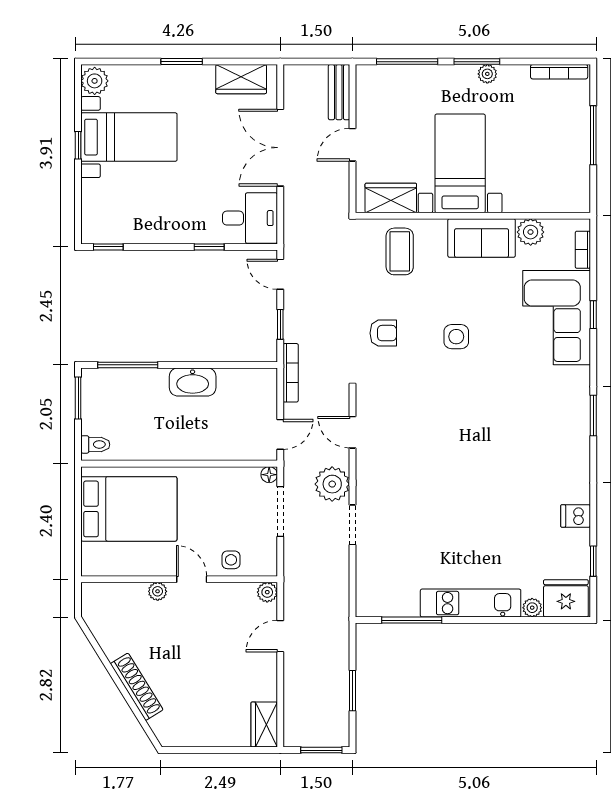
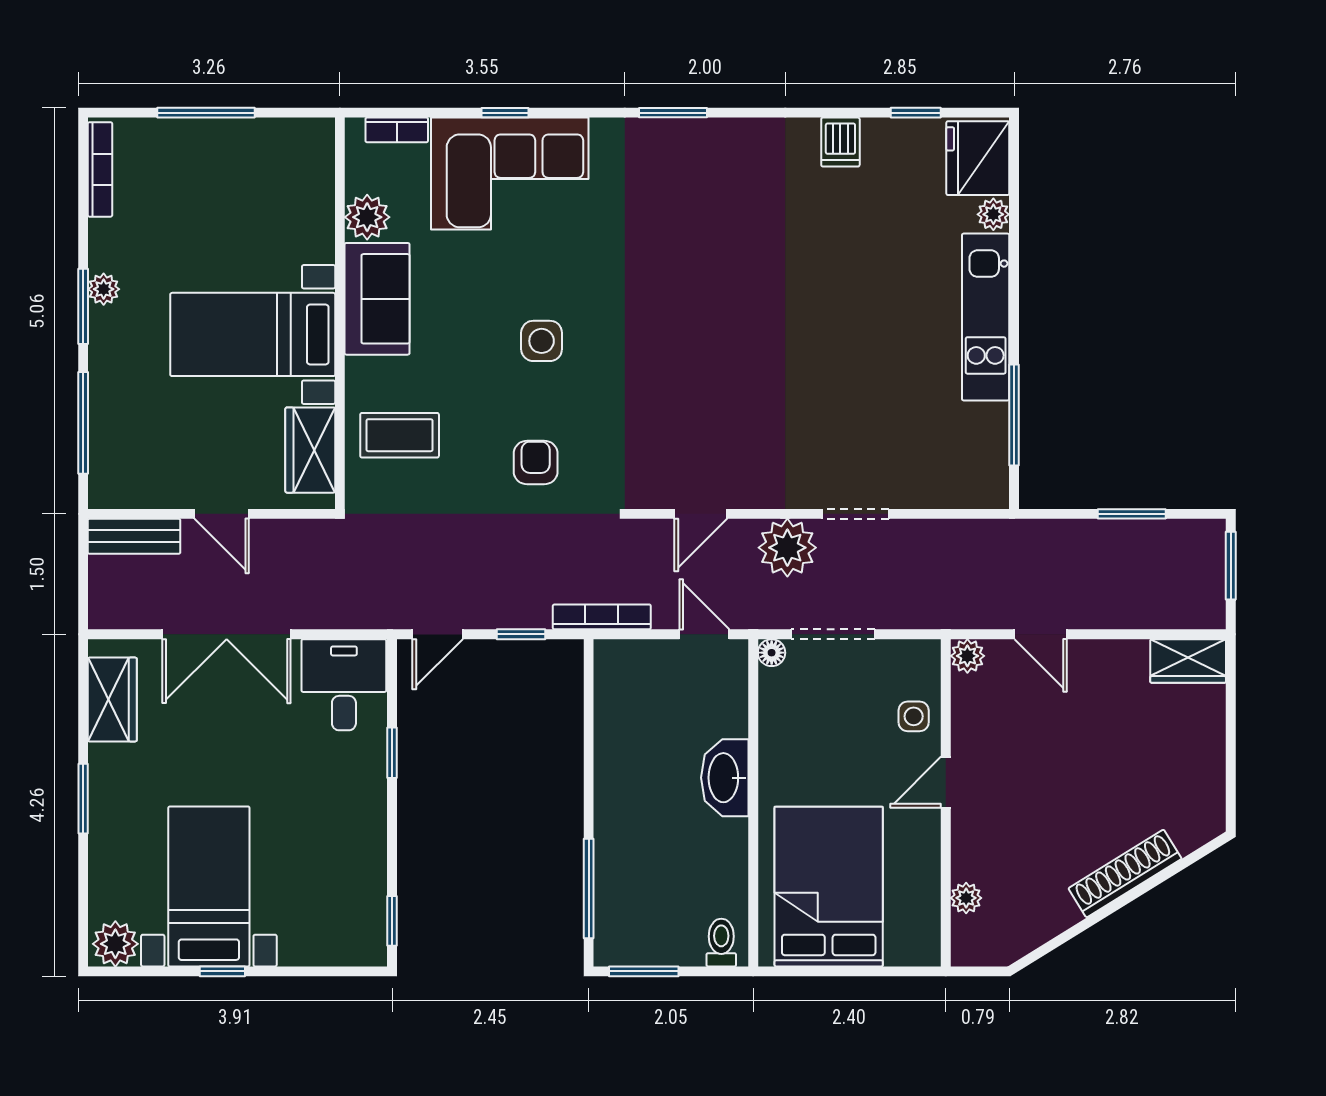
washbasin: (193, 382) -> (725, 778), moved, turned 180
plant: (158, 591) -> (966, 898), moved

